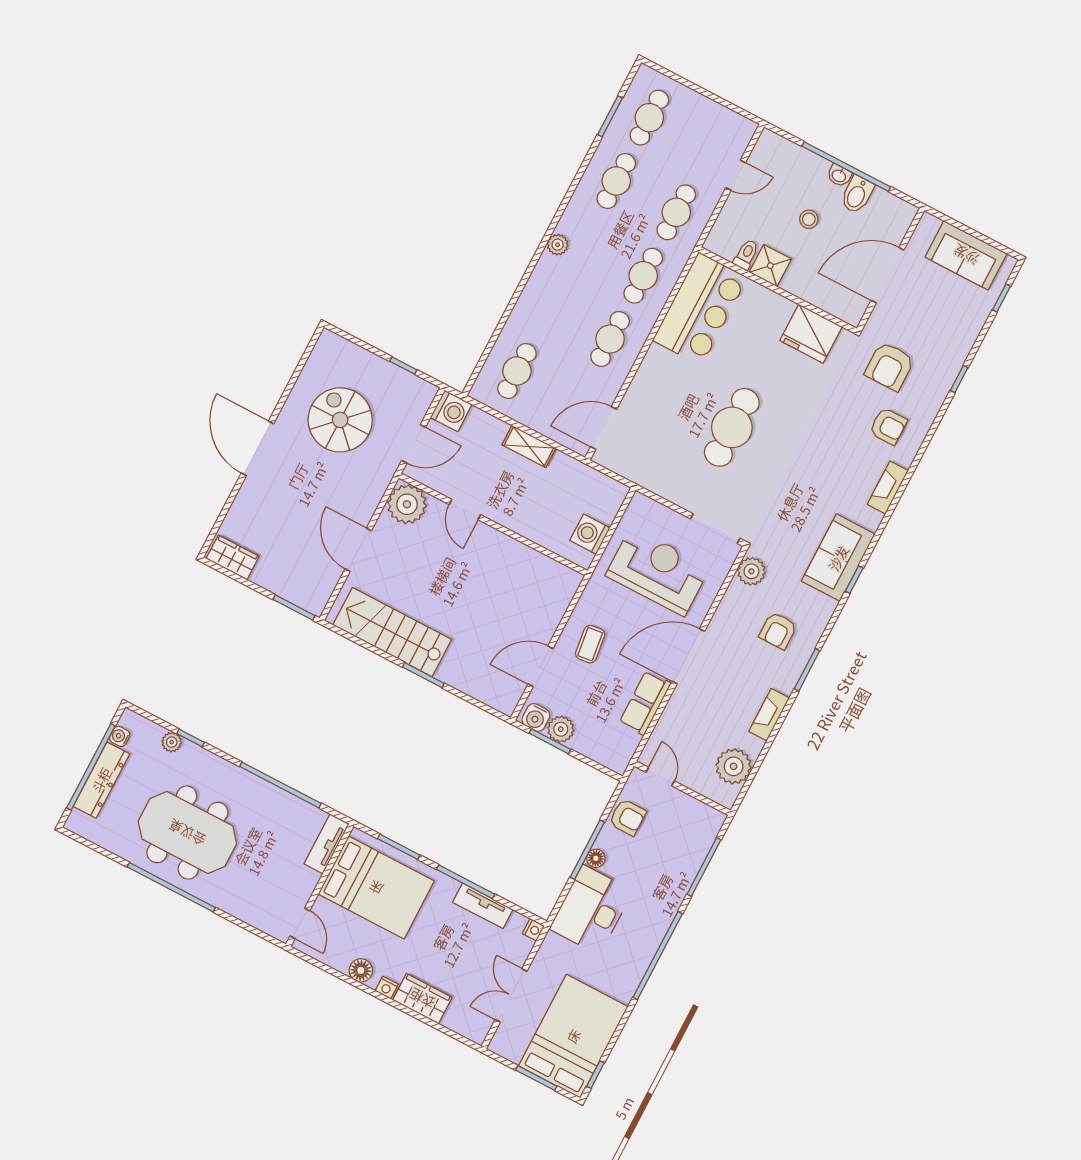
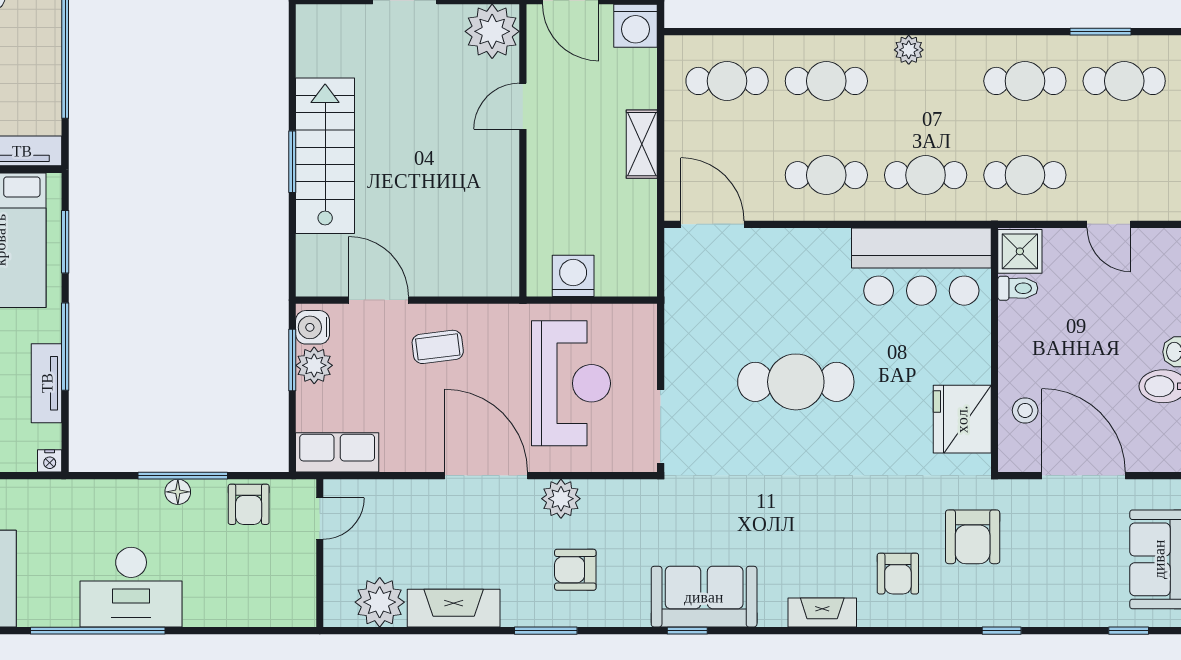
stool: (809, 219) -> (1025, 410), moved
shower: (770, 266) -> (1020, 251), moved
cafe table: (550, 308) -> (826, 81), added
armchair: (890, 366) -> (973, 537), turned -90
plant: (751, 571) -> (561, 499), moved
stairs: (392, 632) -> (325, 156), moved
row of seats: (645, 703) -> (337, 452), moved
fireplace: (769, 715) -> (454, 608), width x1.37, depth x1.32
window: (704, 867) -> (237, 631), removed
desk: (591, 910) -> (131, 587), moved, turned 180

